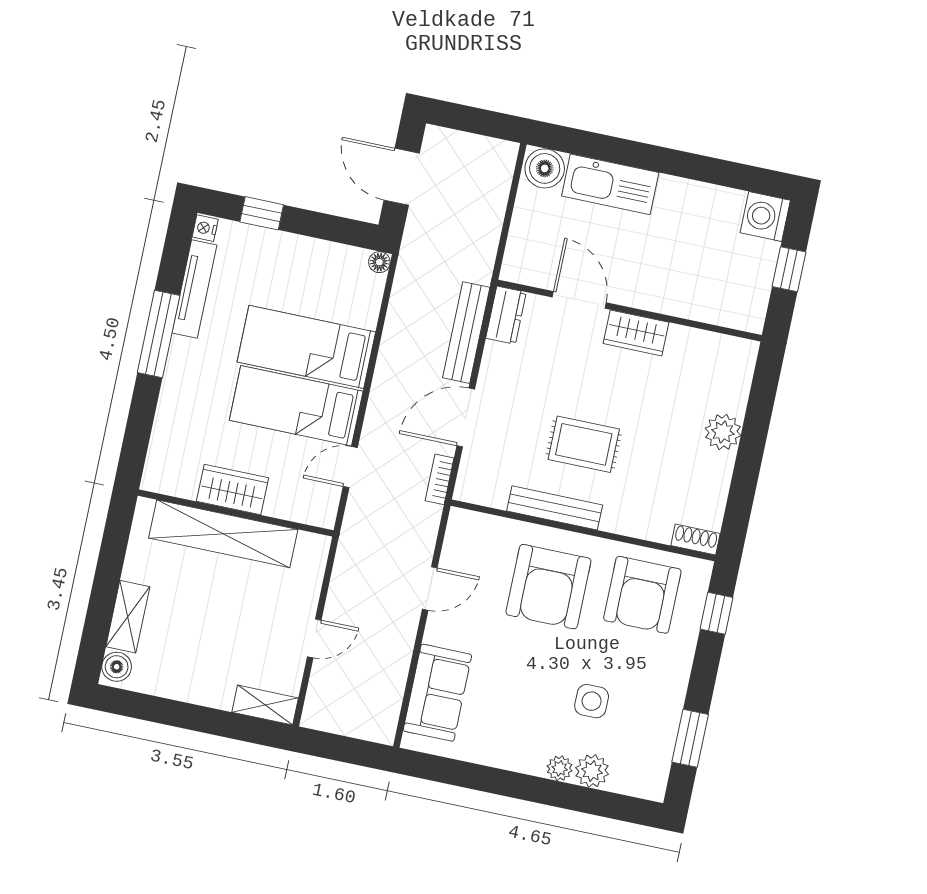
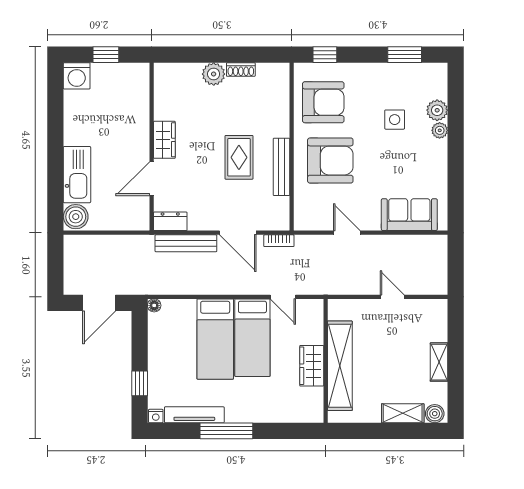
shoe rack: (696, 539) -> (241, 70), moved, turned -90
shelving: (265, 705) -> (439, 362), moved

